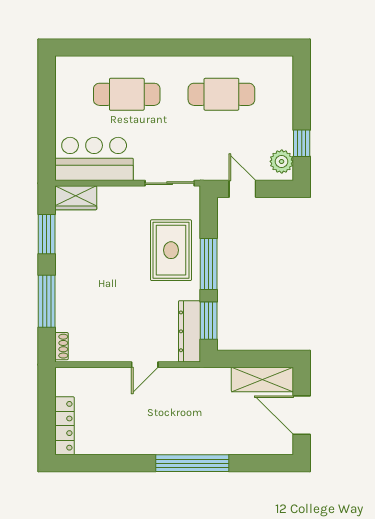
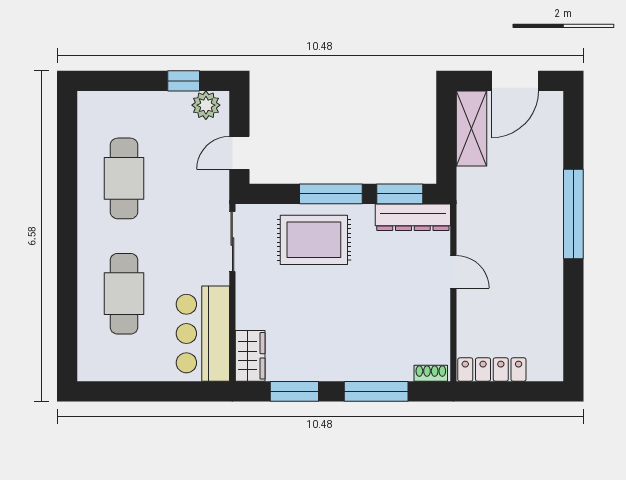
locker: (65, 426) -> (492, 369), moved

